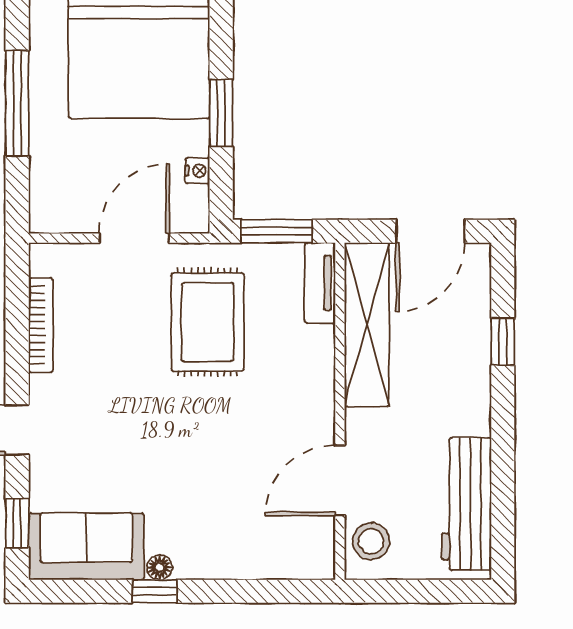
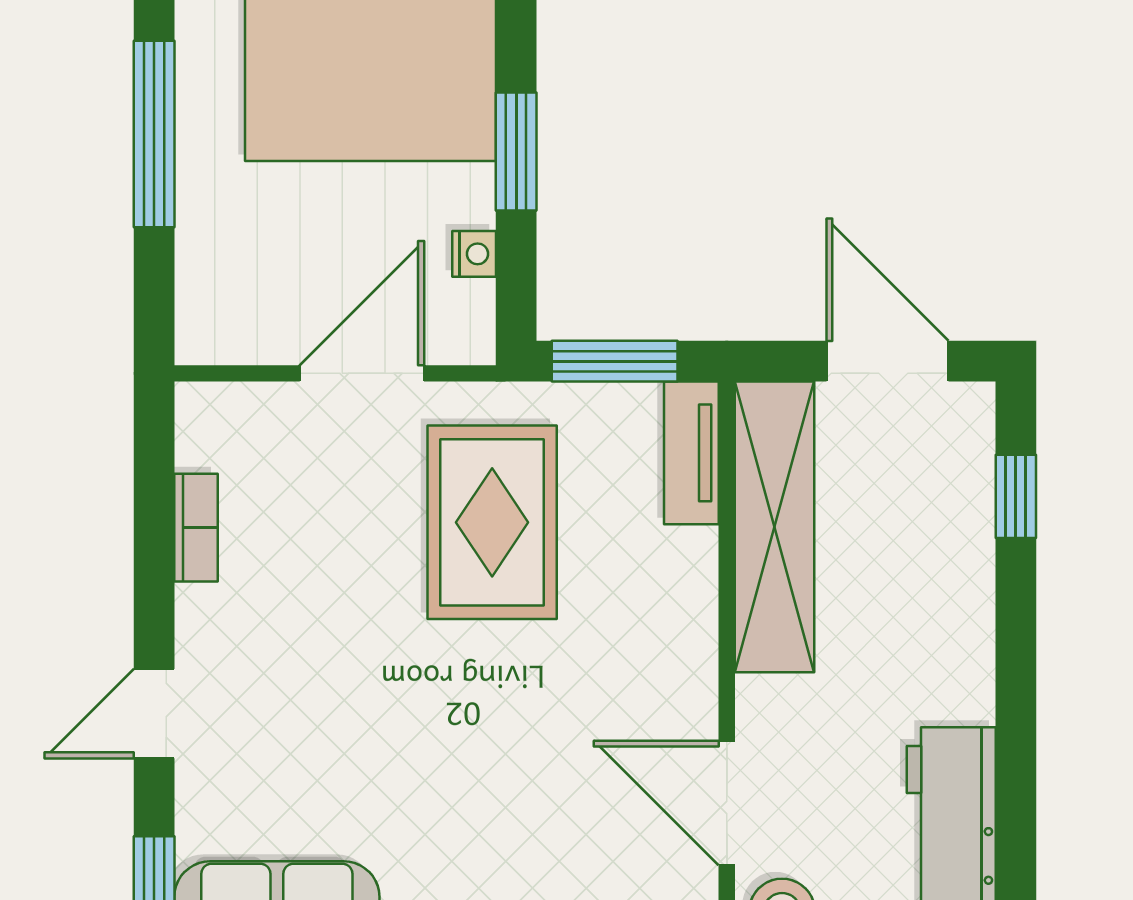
door: (430, 231) -> (887, 361), swing flipped
bookcase: (41, 325) -> (196, 528), width x0.64
window: (503, 342) -> (1016, 496), moved
door: (340, 480) -> (727, 803), hinge flipped

